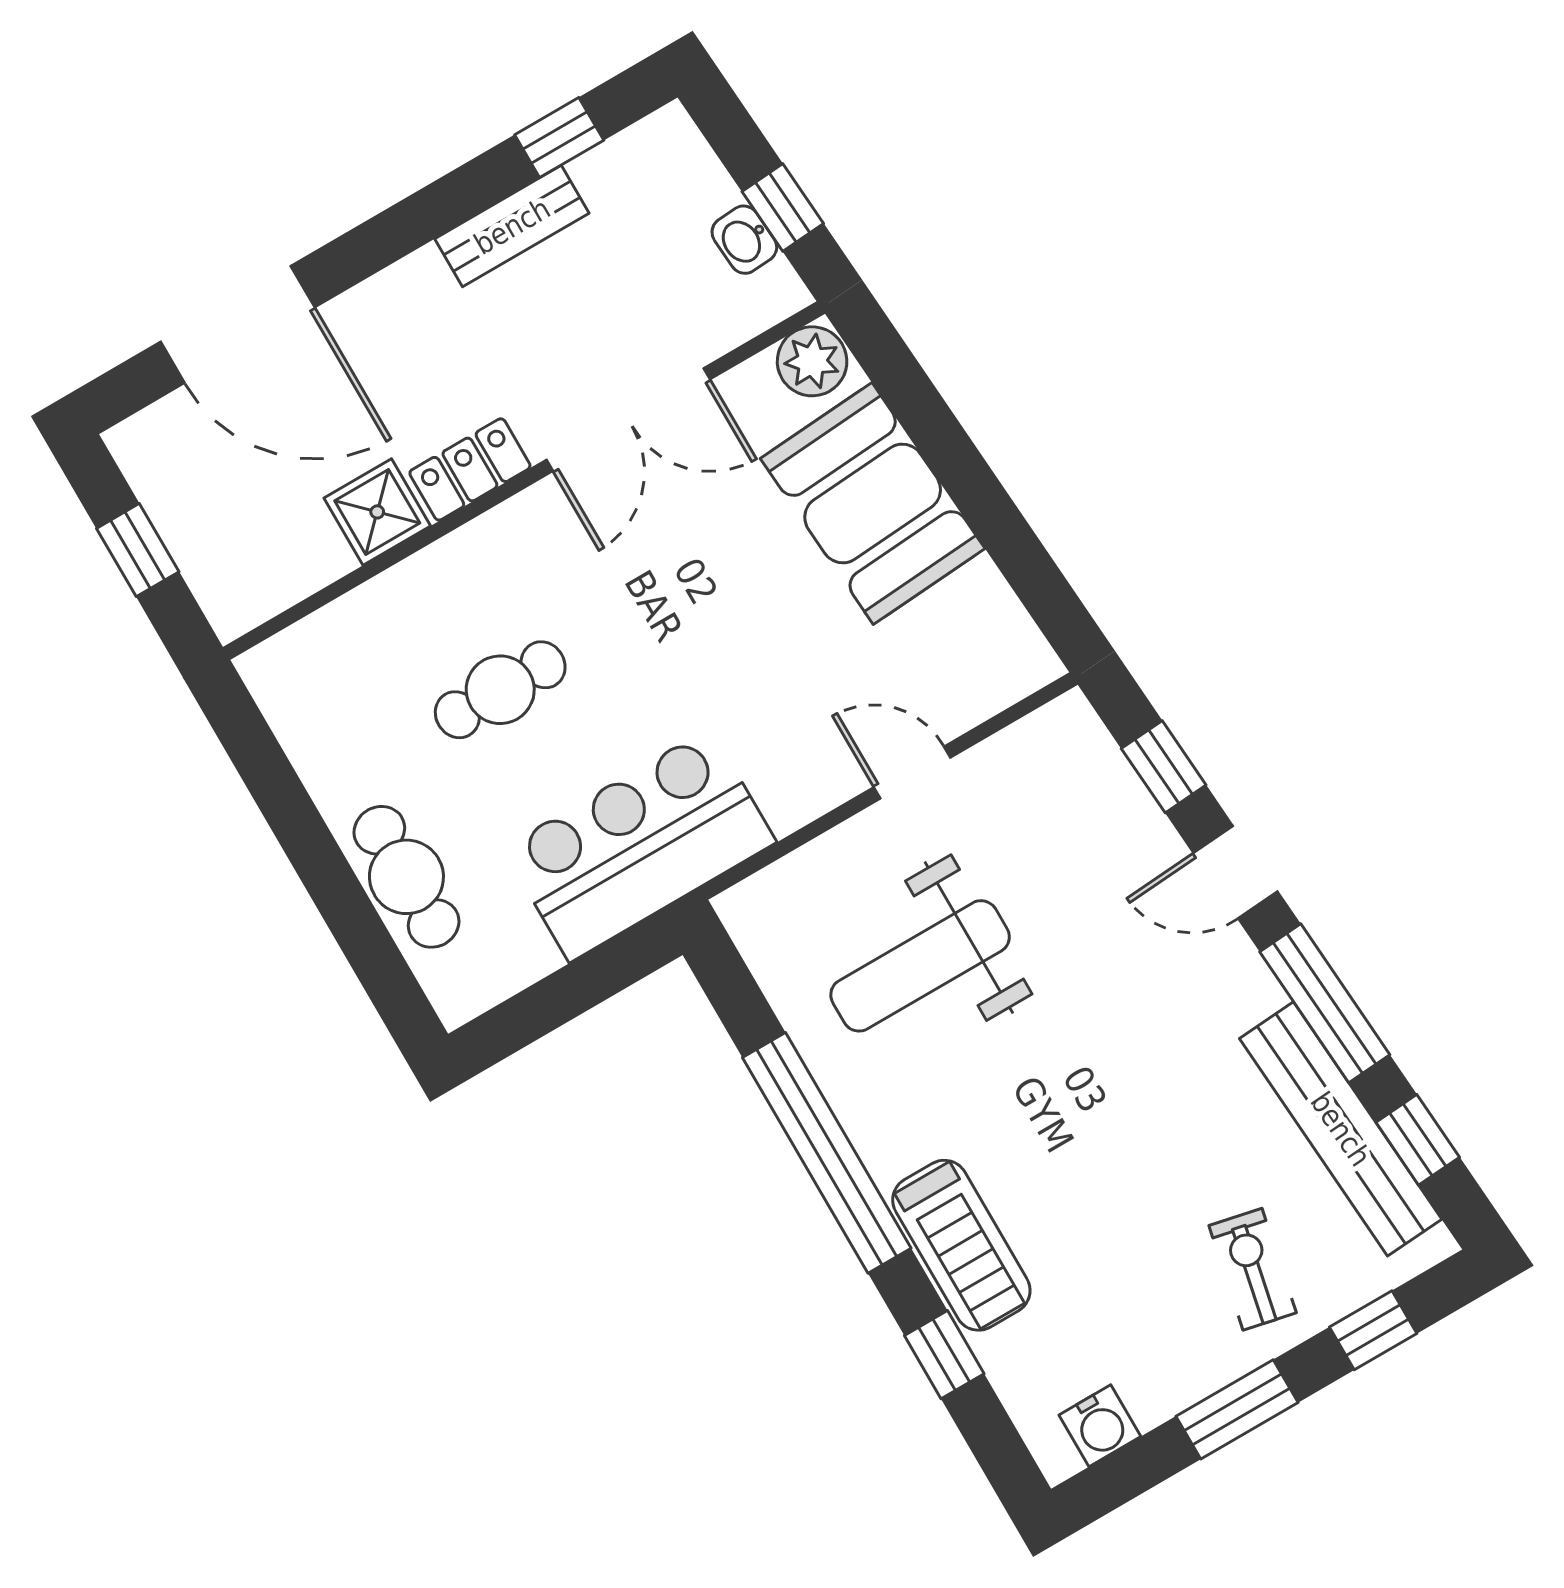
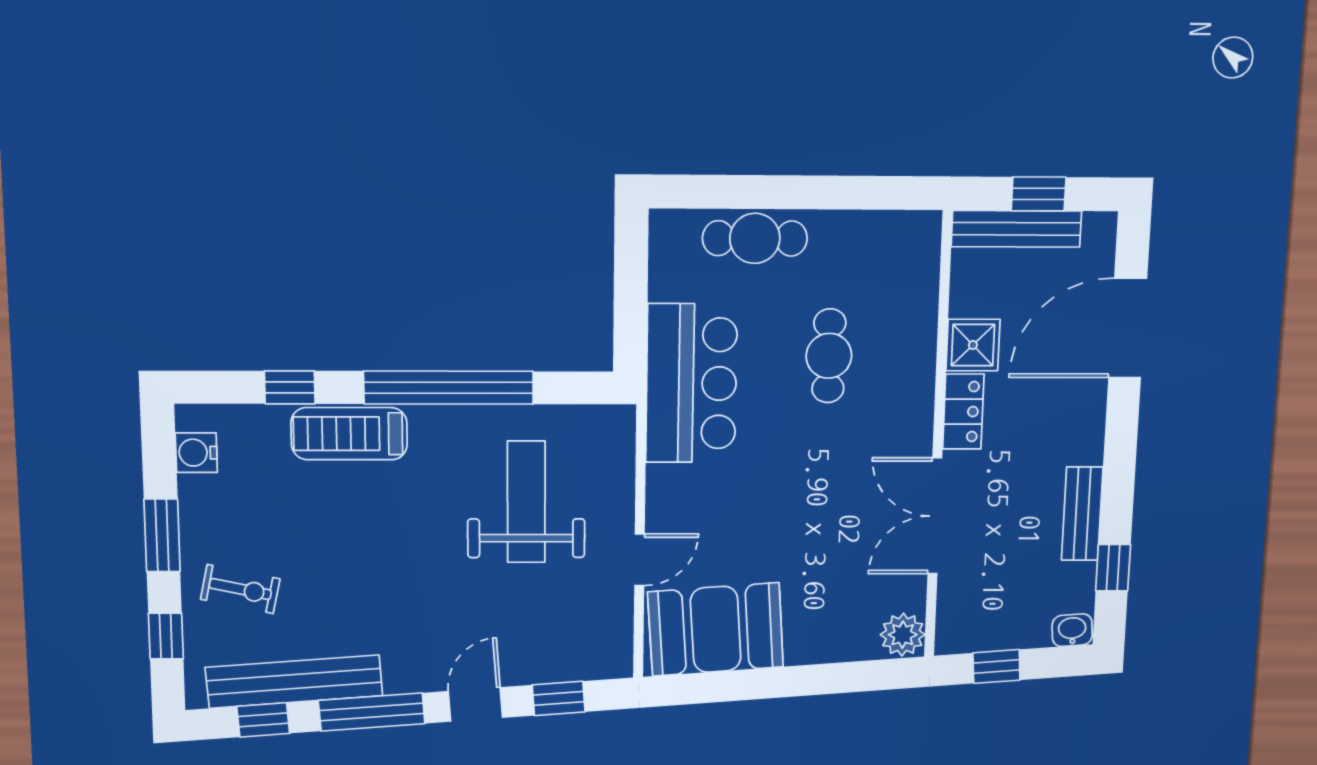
washbasin: (744, 240) -> (1072, 630), moved
booth: (873, 503) -> (716, 629), moved
bench: (198, 550) -> (1016, 229), added

